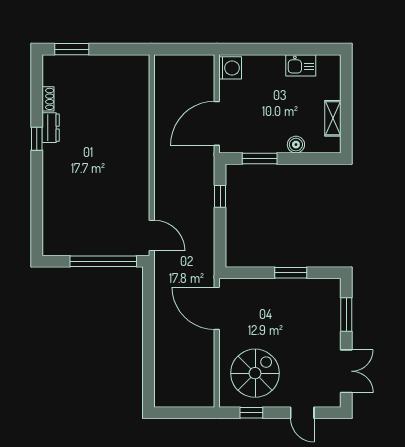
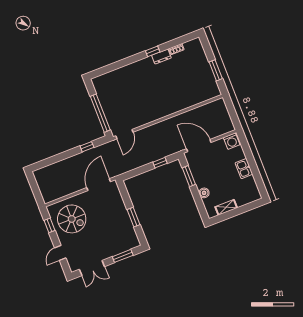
window: (72, 49) -> (216, 70), moved
kitchen sink: (301, 65) -> (244, 169), moved
window: (149, 303) -> (87, 147), added

